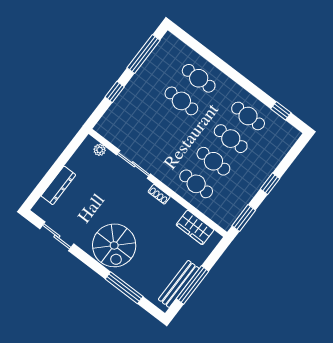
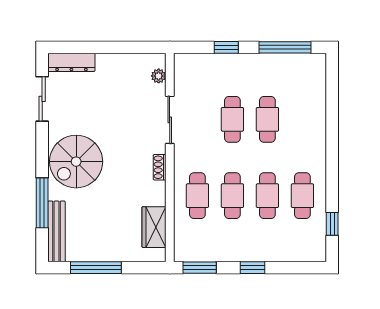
cafe table: (199, 78) -> (232, 119), moved
dresser: (58, 185) -> (71, 62), moved
bench: (179, 284) -> (56, 231), moved, turned 90

